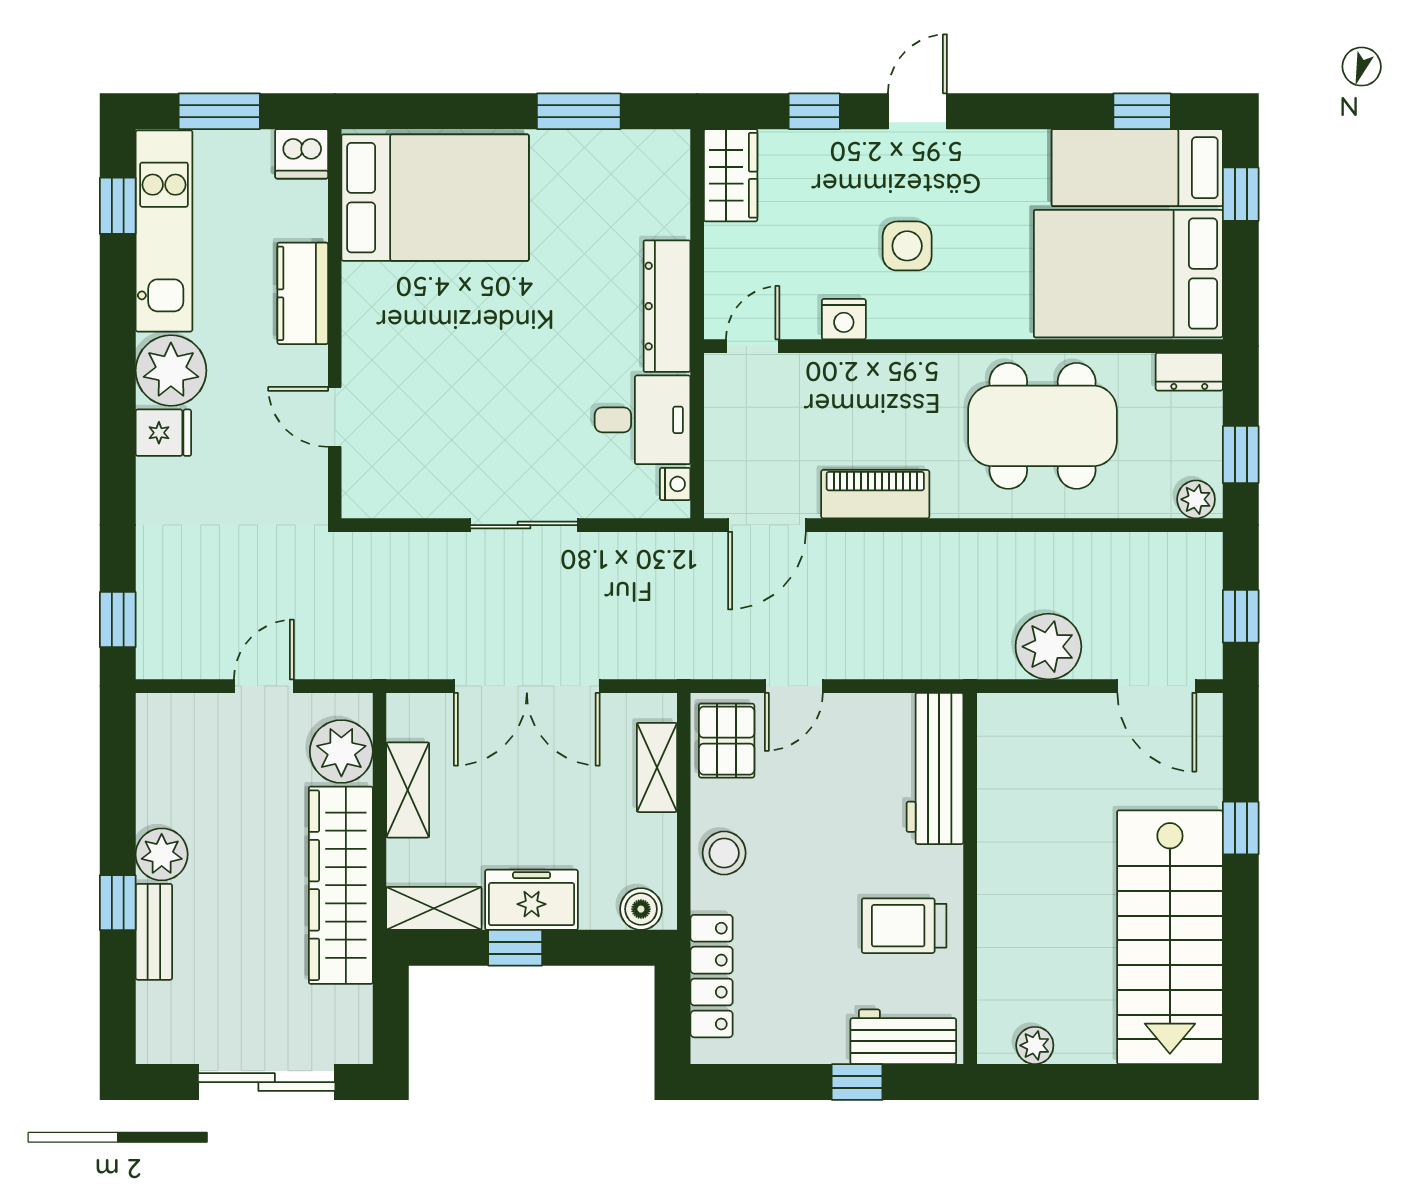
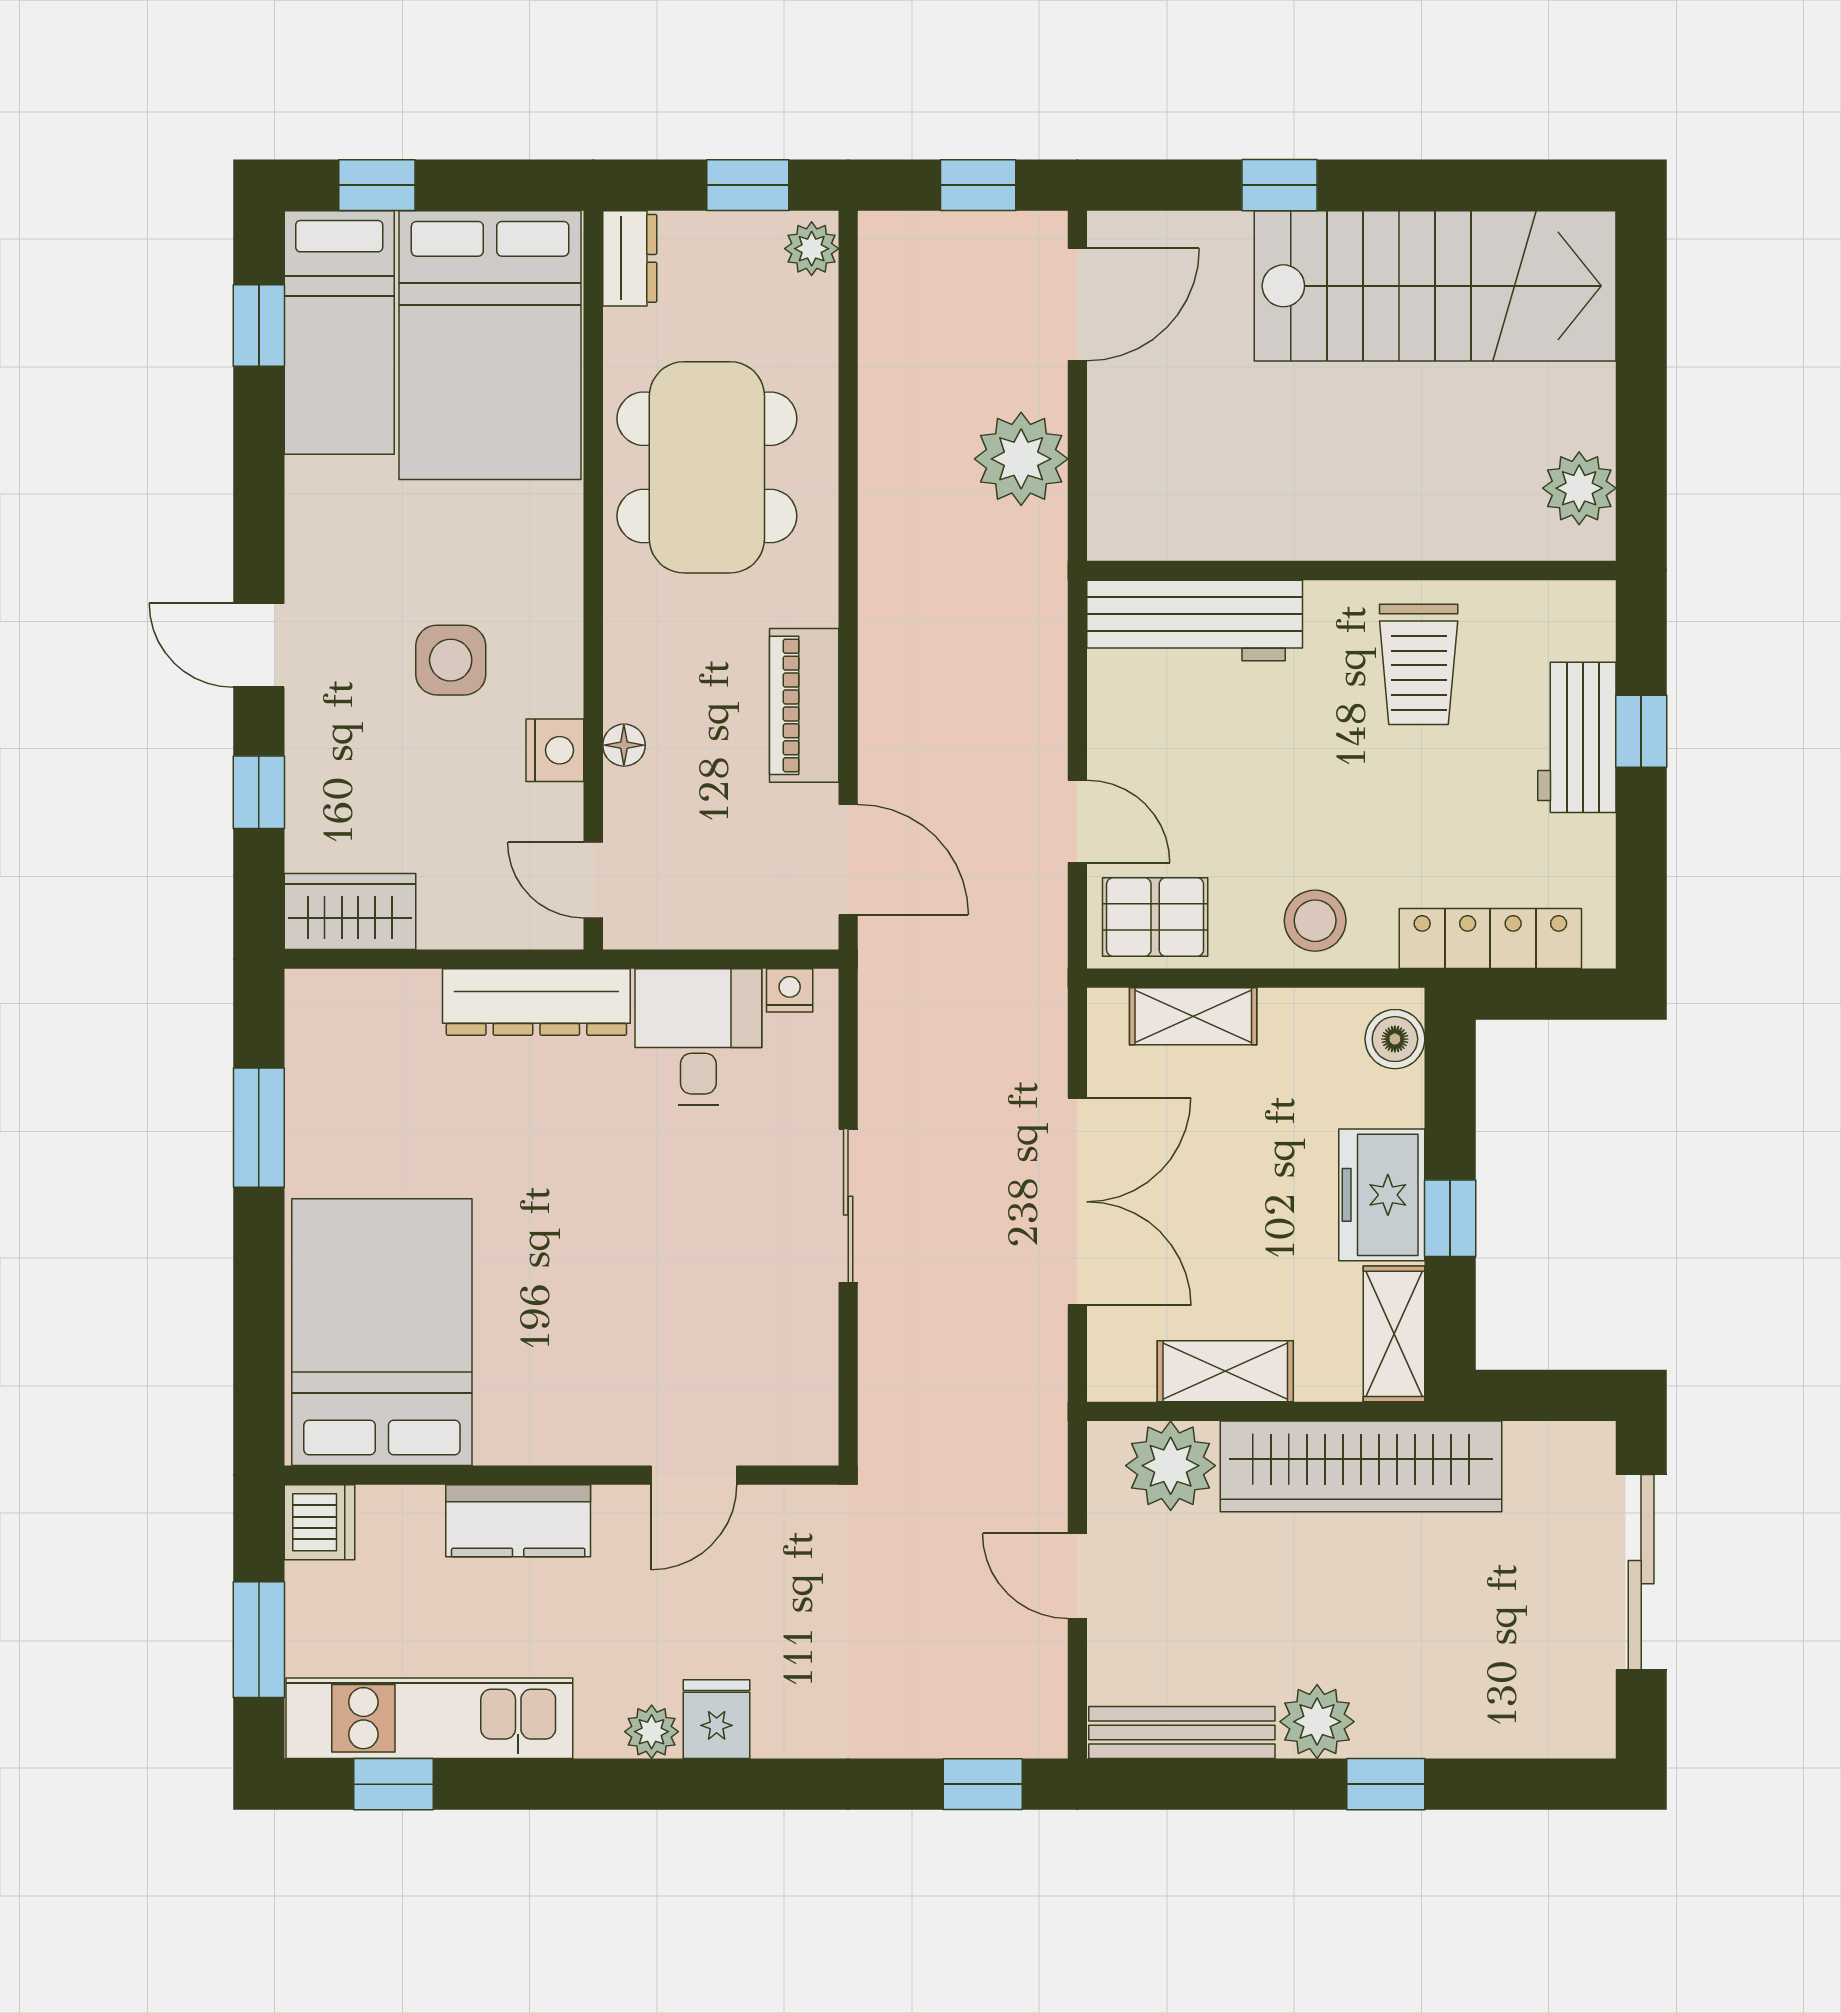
floor lamp: (847, 368) -> (624, 745), added
plant: (171, 370) -> (652, 1732), width x0.53, depth x0.53
bench: (154, 932) -> (1182, 1733), moved, width x1.36
workbench: (903, 1037) -> (1577, 737), moved
plant: (1035, 1045) -> (1579, 488), width x1.38, depth x1.38

